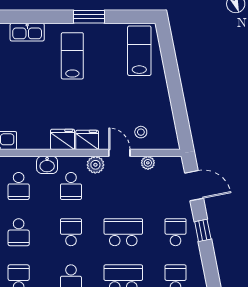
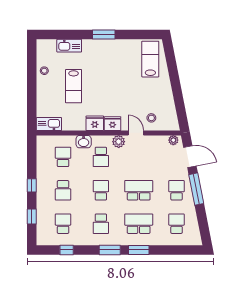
window: (89, 17) -> (104, 35), moved
lab bench: (72, 56) -> (74, 86), moved, turned 180
plant: (148, 163) -> (173, 140), moved
school desk: (19, 186) -> (63, 157), turned 180
window: (203, 230) -> (196, 189), width x2.17

